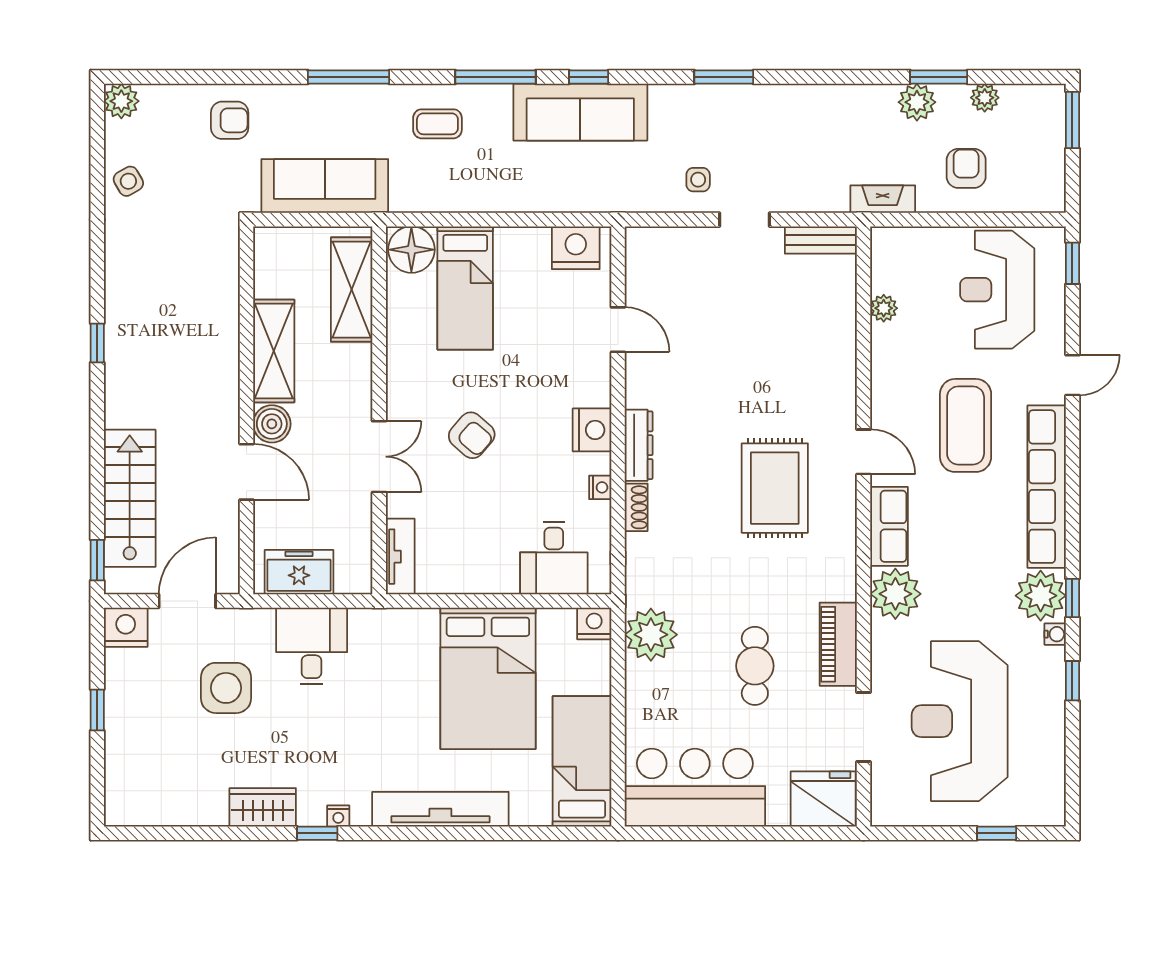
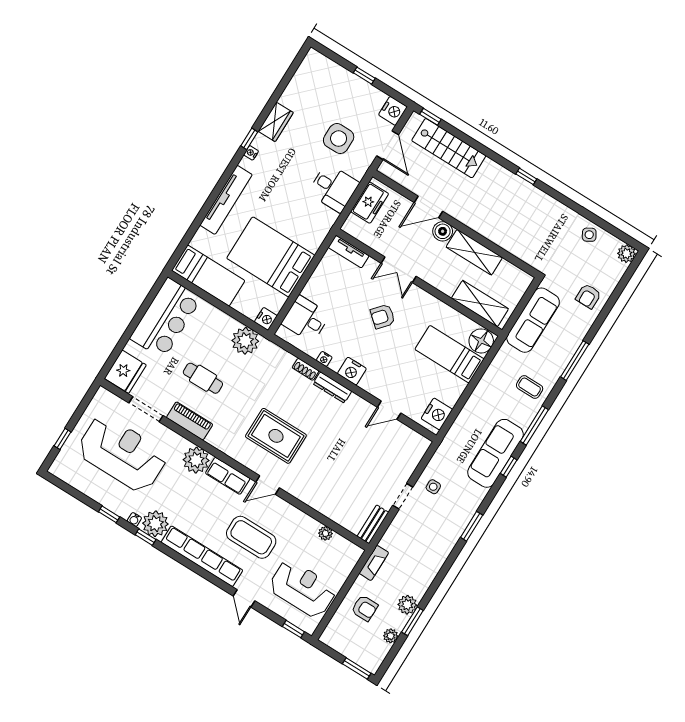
coffee table: (437, 124) -> (530, 387), turned 90

